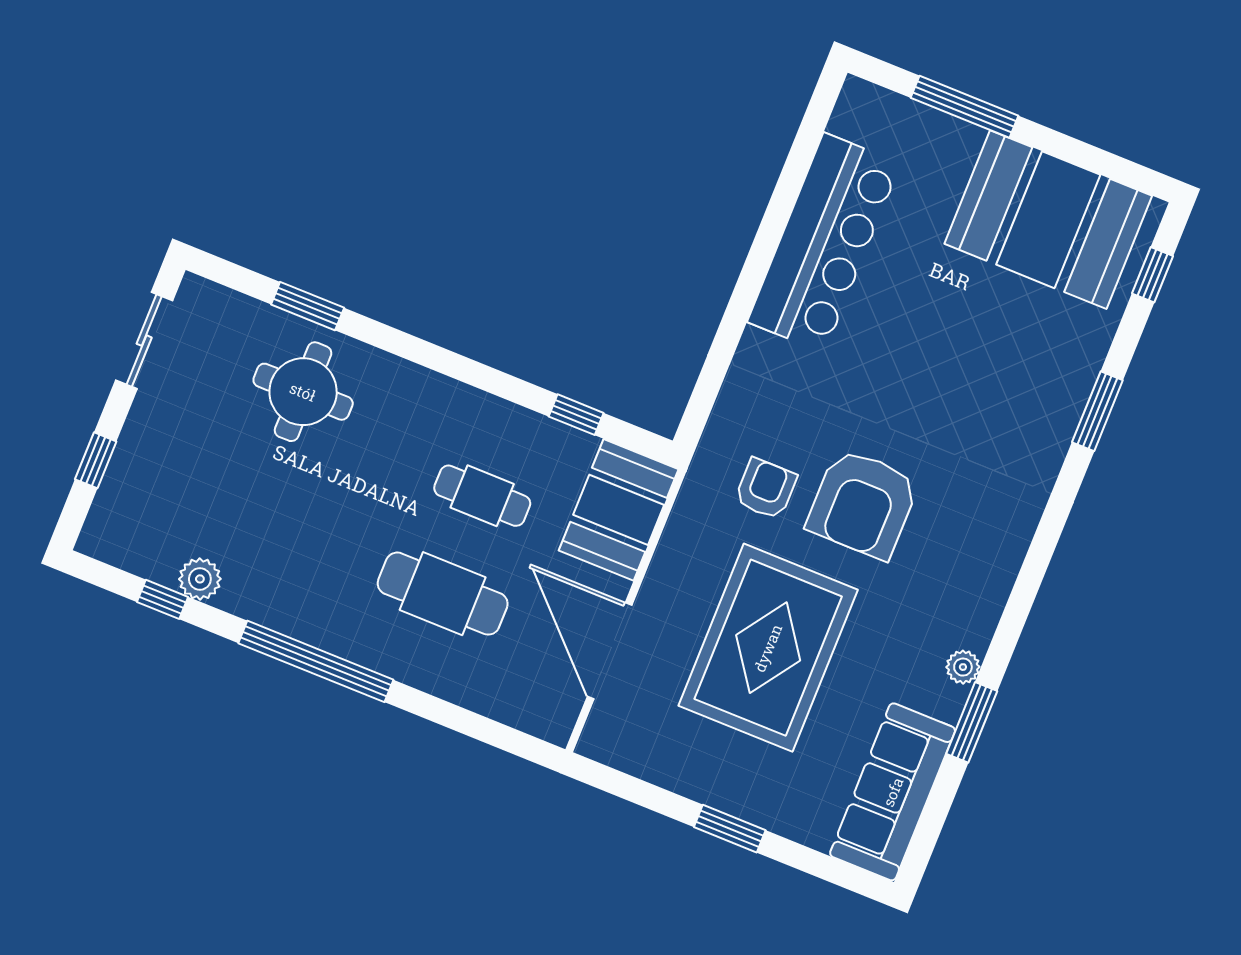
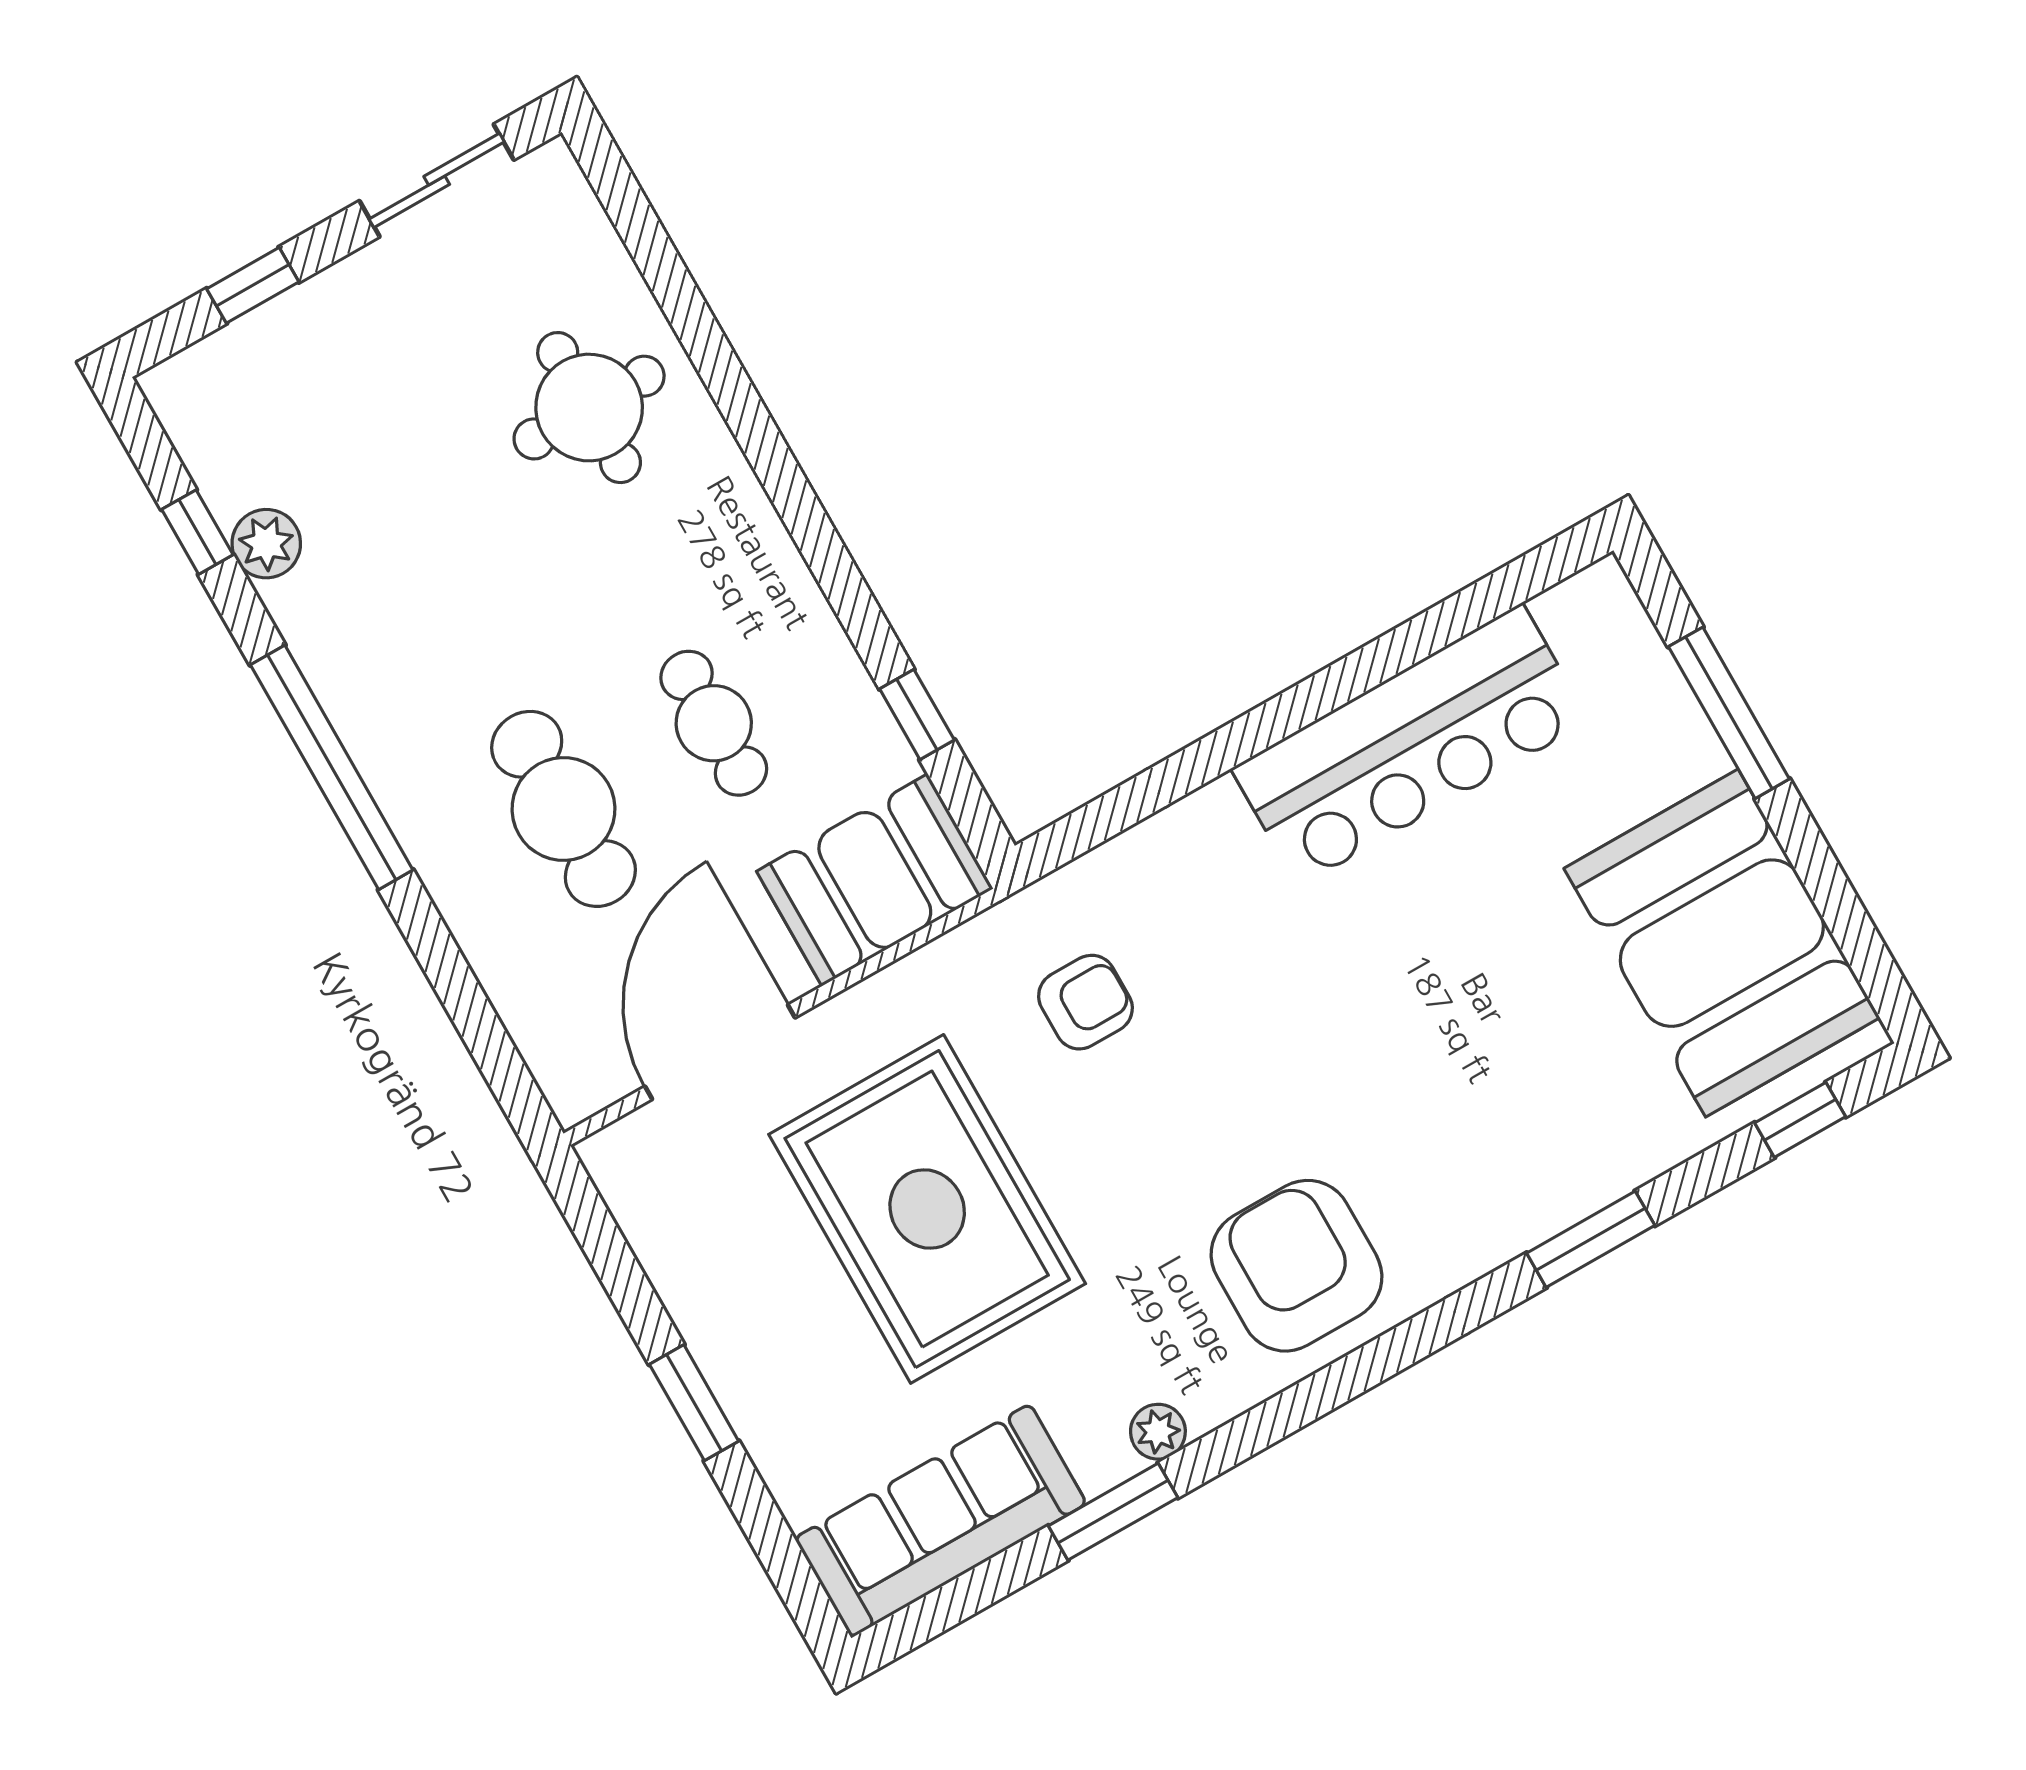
window: (308, 306) -> (682, 302), removed
armchair: (863, 504) -> (1297, 1266), moved, turned 90
rug: (768, 648) -> (927, 1209), turned 90

